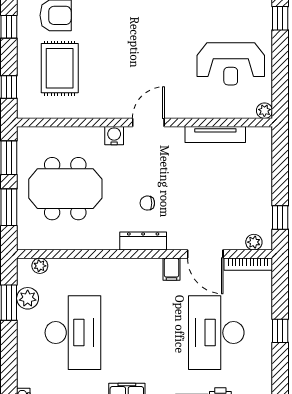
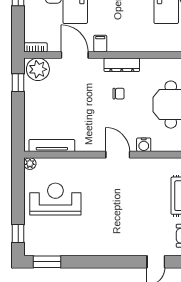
door: (148, 122) -> (118, 155), swing flipped
tv unit: (215, 134) -> (52, 146), moved
plant: (254, 242) -> (38, 69), width x1.87, depth x1.87
bookcase: (248, 264) -> (36, 47), width x0.64

